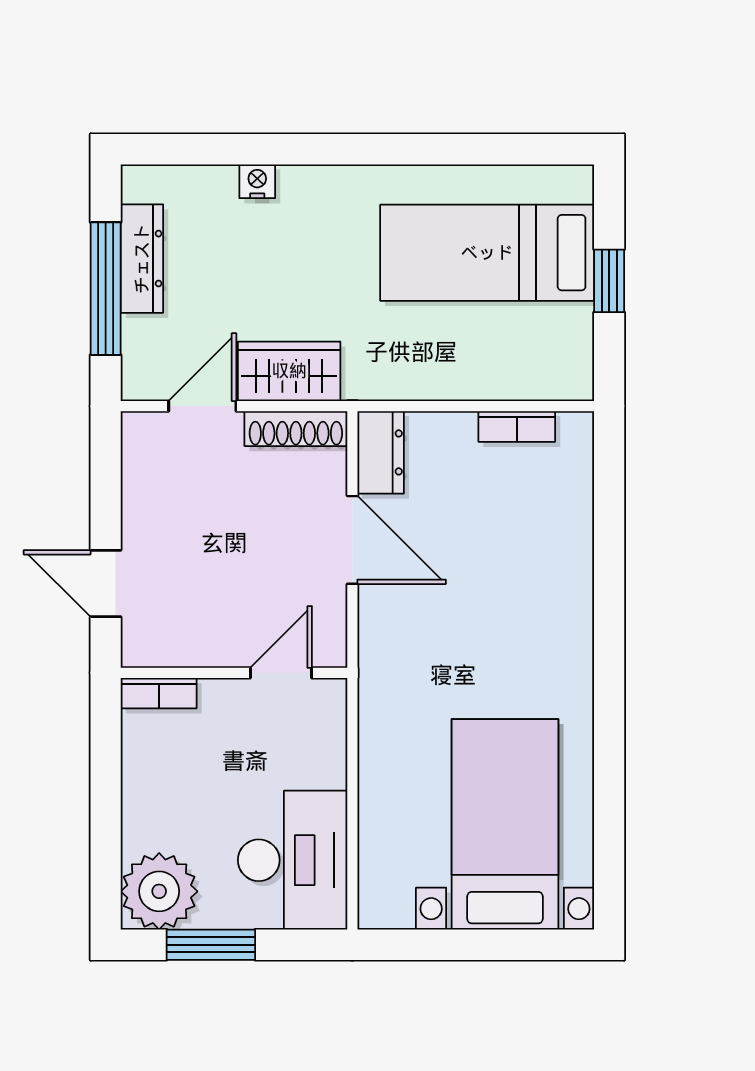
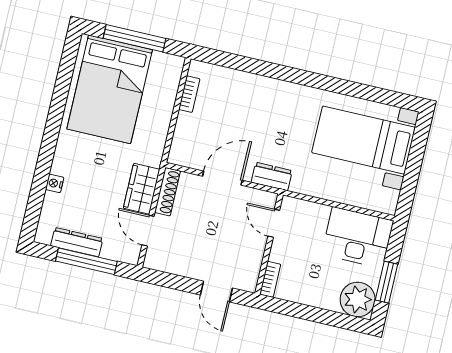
bed: (487, 253) -> (110, 89), width x1.50
window: (609, 281) -> (135, 38), width x2.17
dresser: (381, 452) -> (272, 177), moved
door: (106, 583) -> (216, 291), hinge flipped

